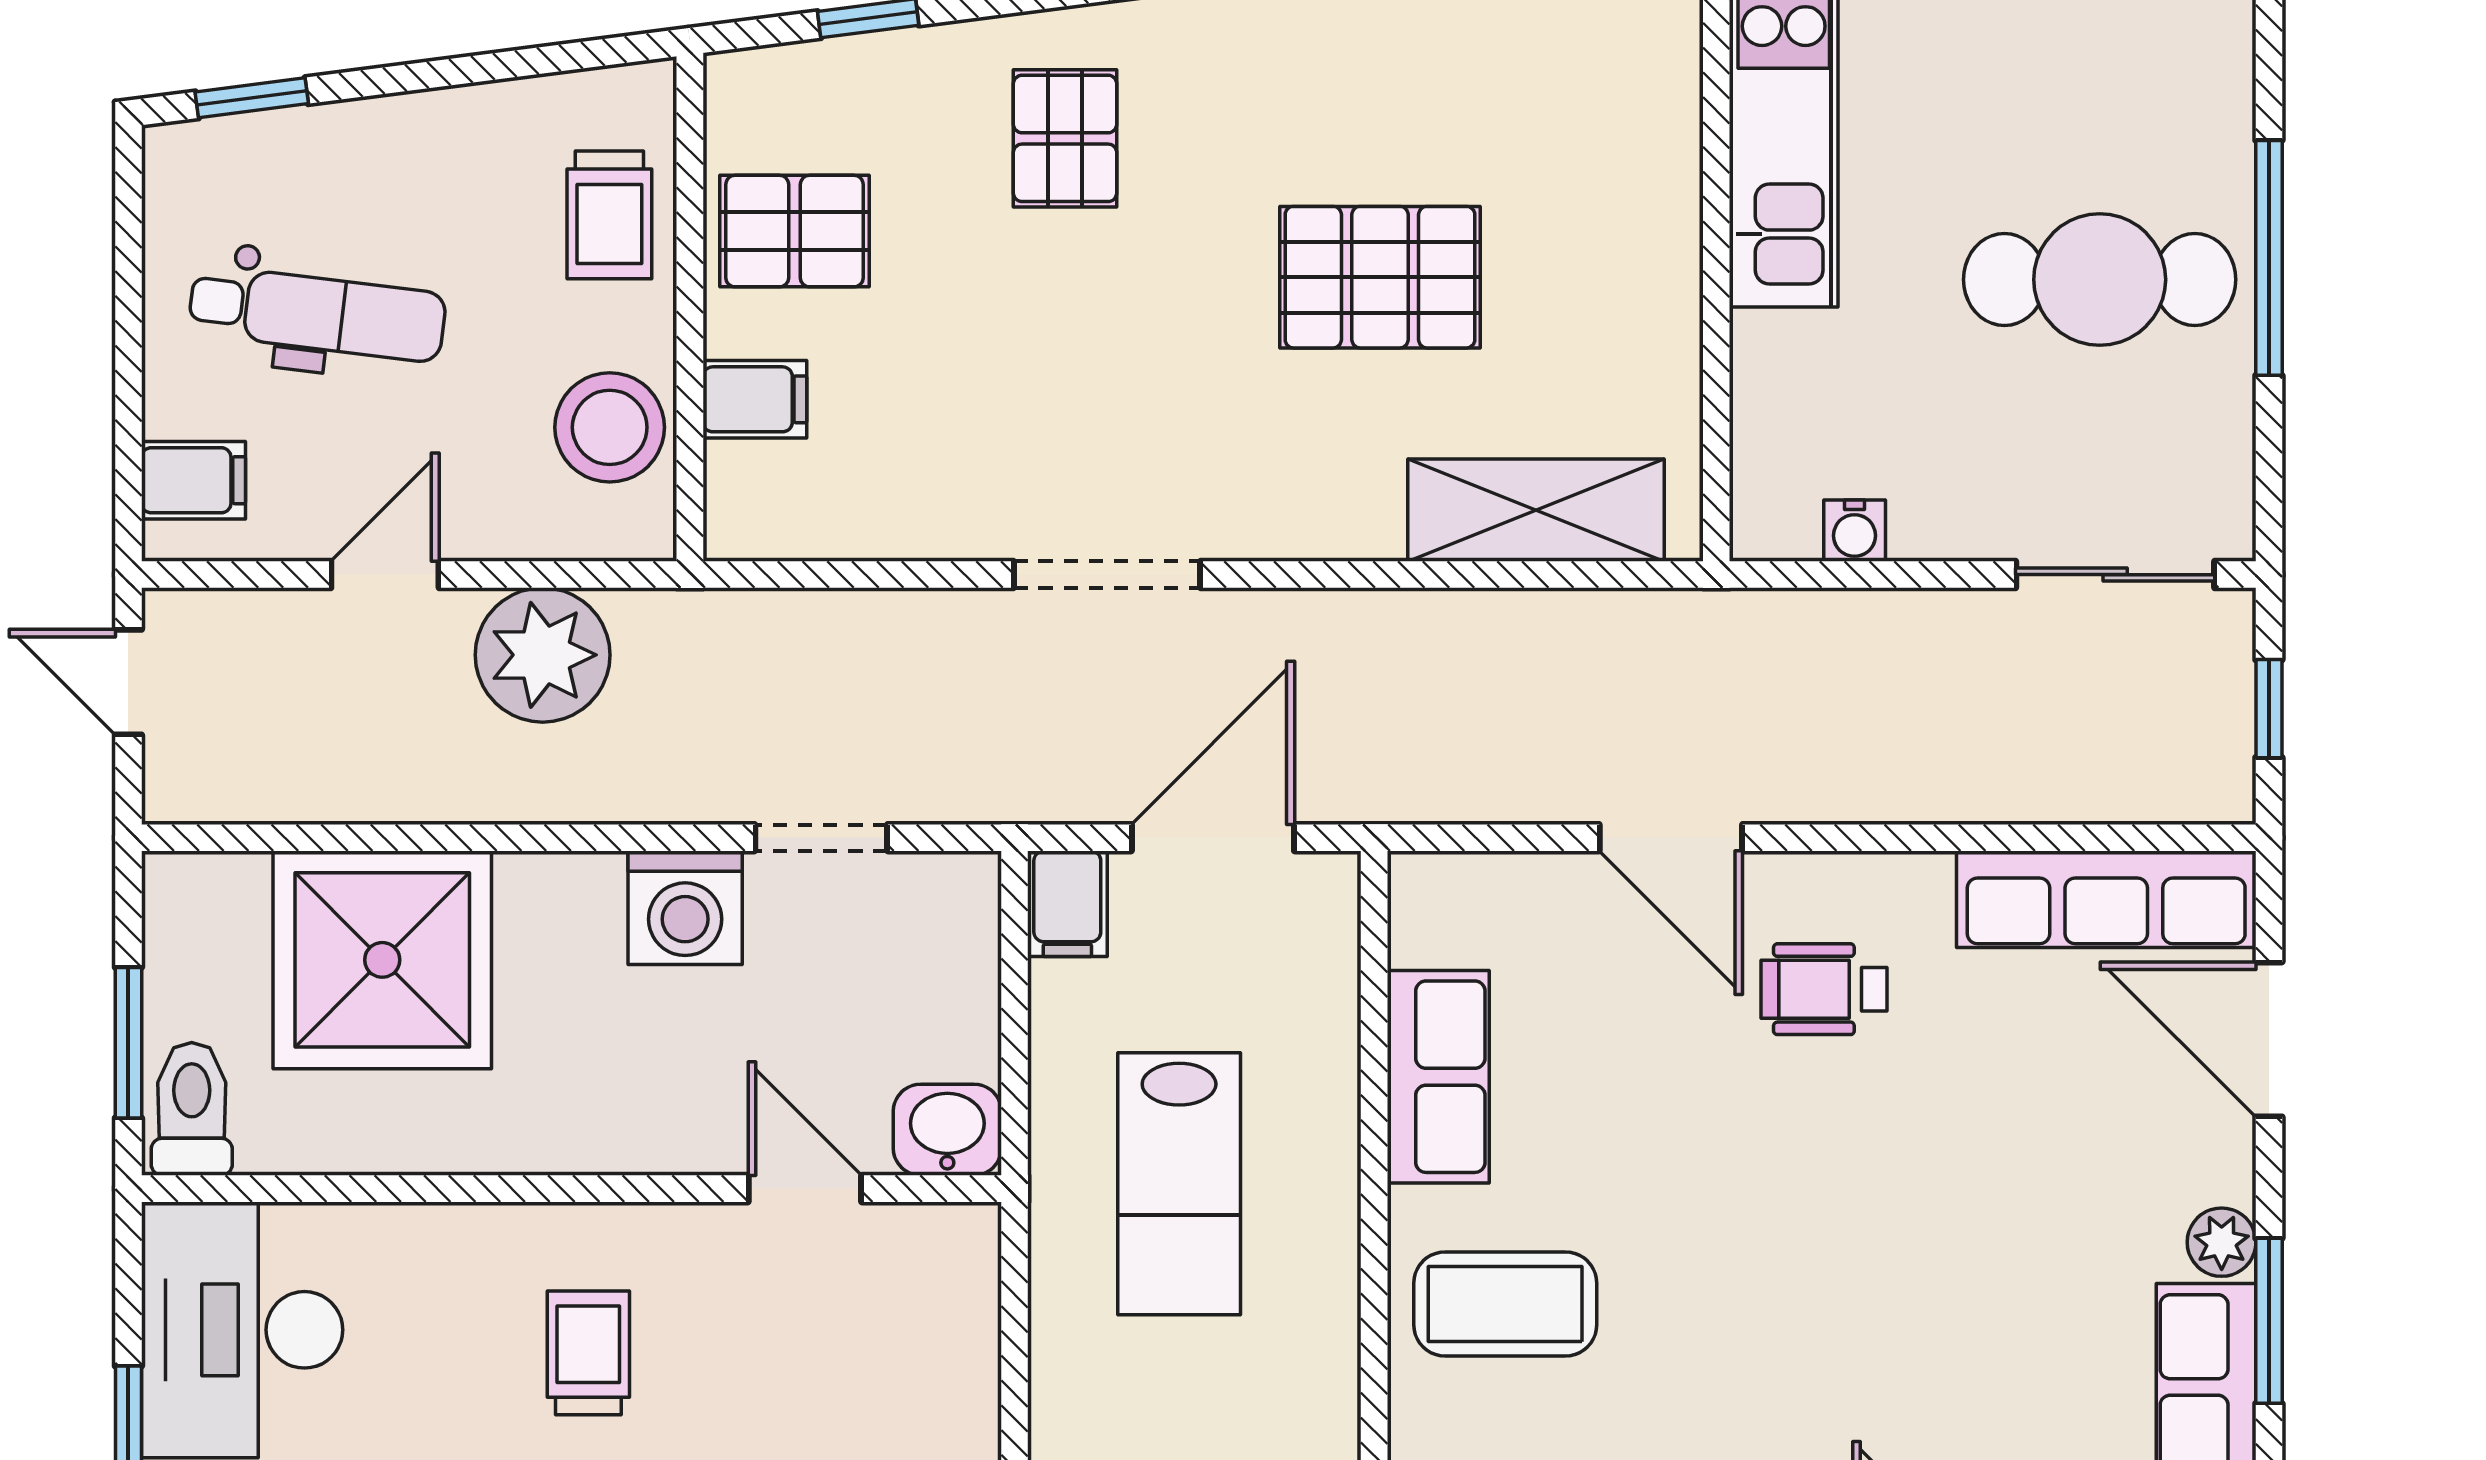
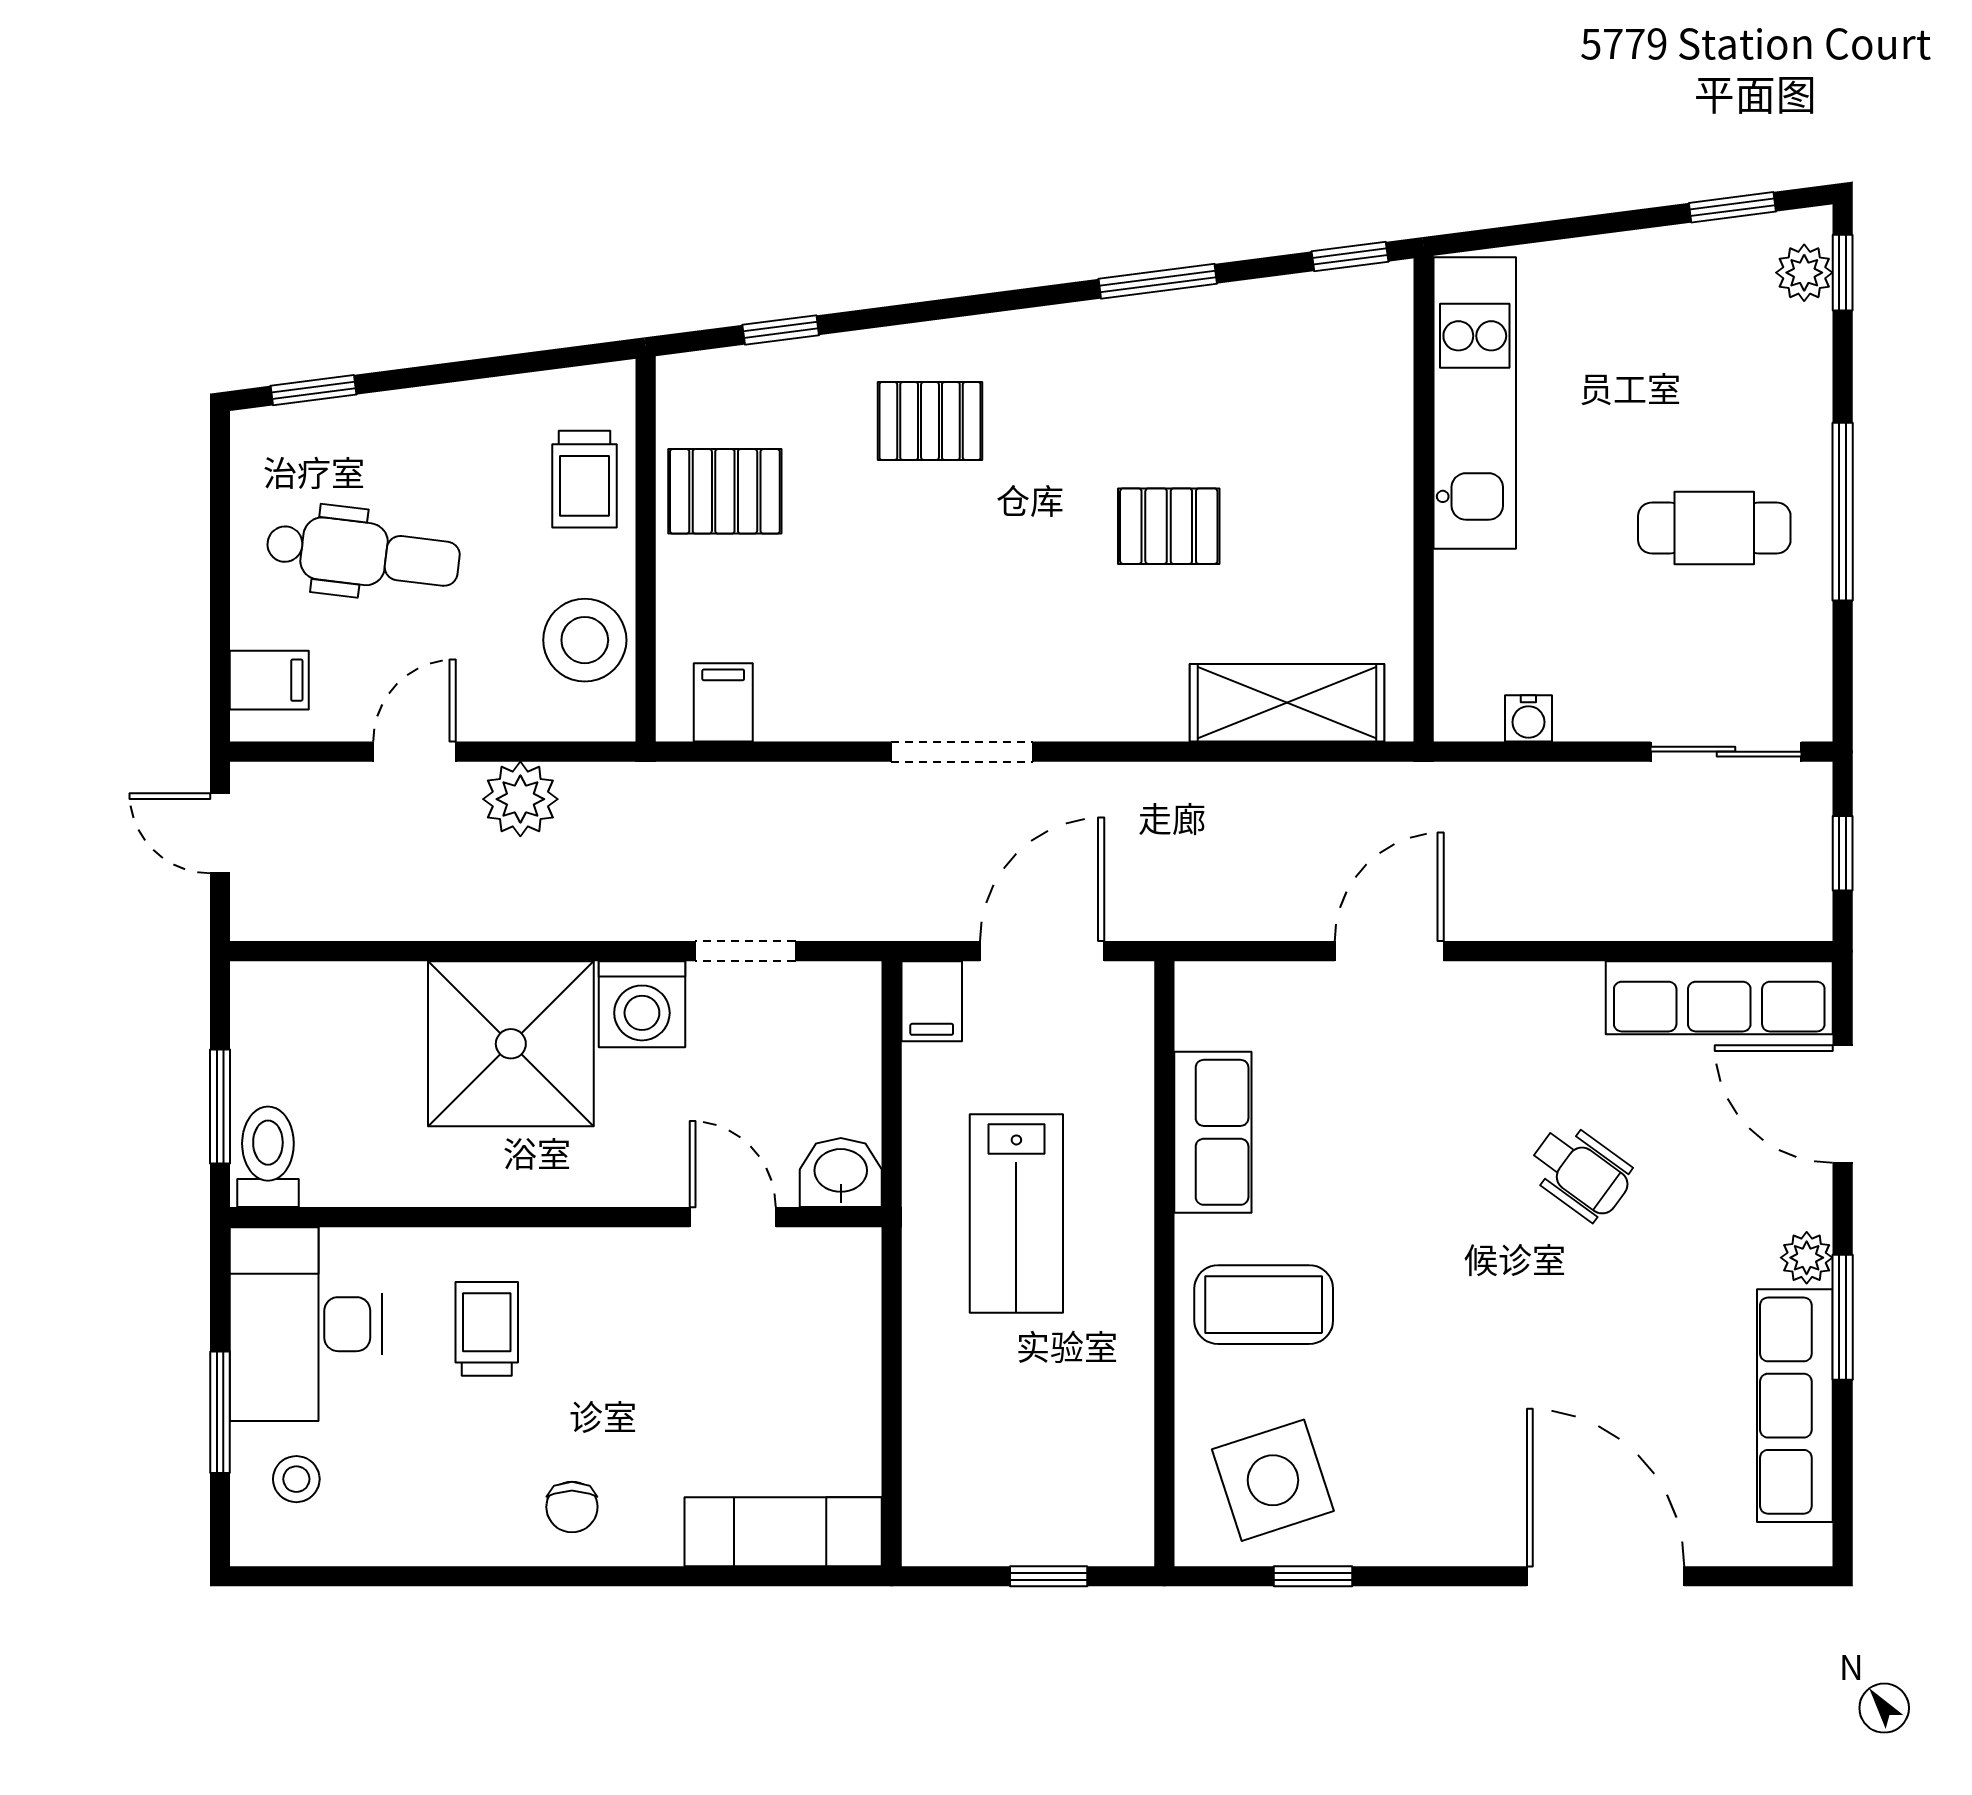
pallet: (1065, 138) -> (930, 421), turned 90
pallet: (1380, 277) -> (1169, 526), width x0.67, depth x0.71
cafe table: (2100, 280) -> (1714, 528), width x0.73, depth x0.74
filing cabinet: (755, 399) -> (723, 702), moved, turned -90
plant: (543, 655) -> (520, 799), width x0.73, depth x0.73
door: (1671, 838) -> (1389, 951), swing flipped
shower: (382, 960) -> (511, 1044), moved
wheelchair: (1824, 989) -> (1581, 1172), moved, turned -144
trolley: (588, 1353) -> (487, 1329), moved

